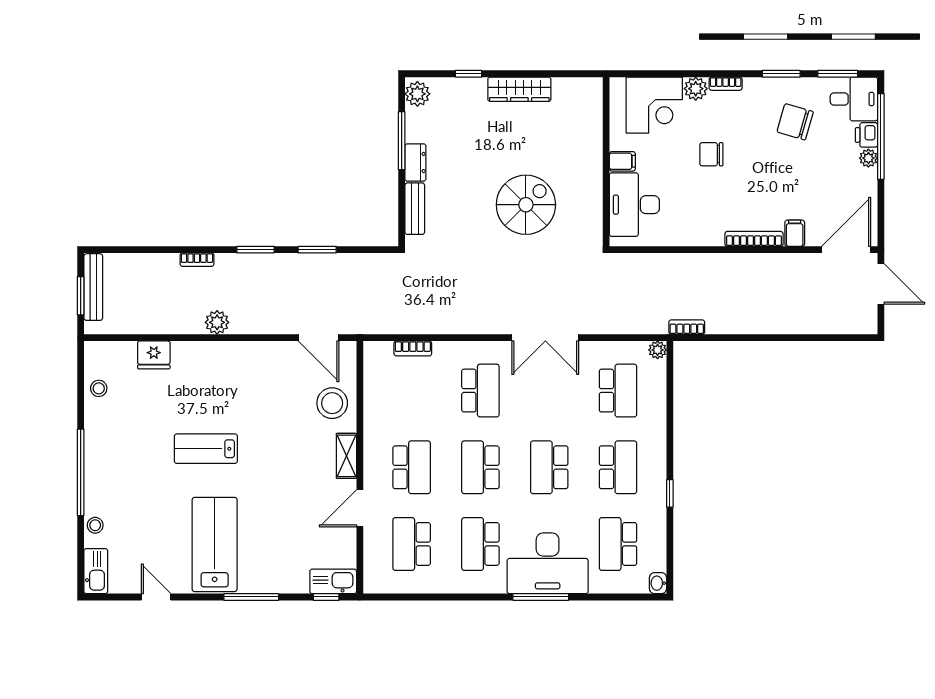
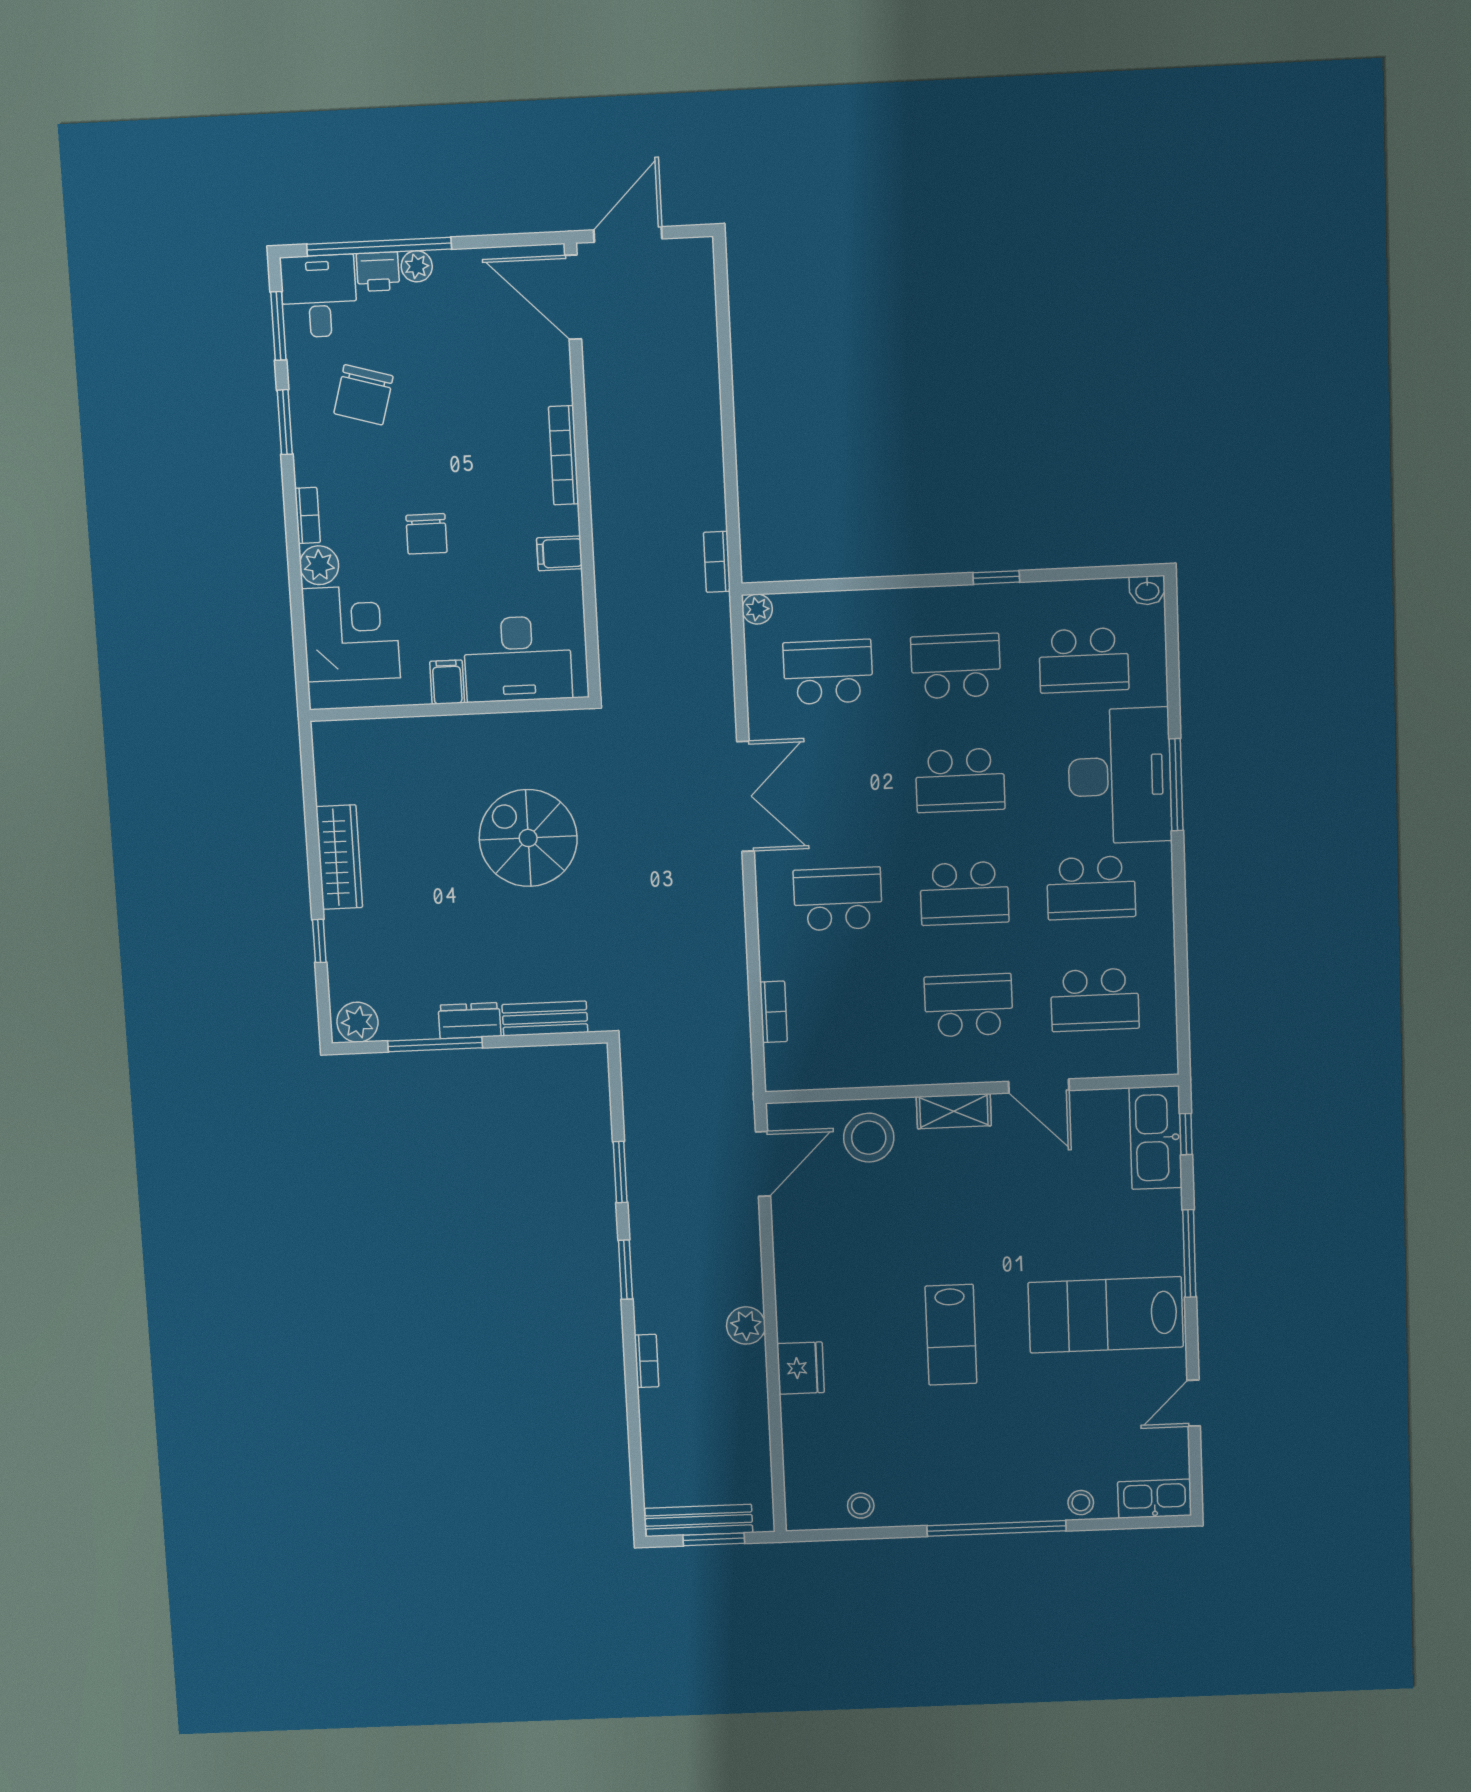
filing cabinet: (795, 233) -> (559, 553), moved
fridge: (154, 355) -> (801, 1368), moved
kitchen sink: (333, 581) -> (1156, 1138), width x1.36, depth x1.24

